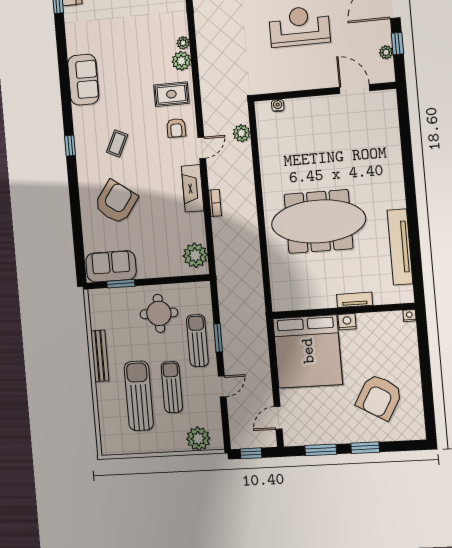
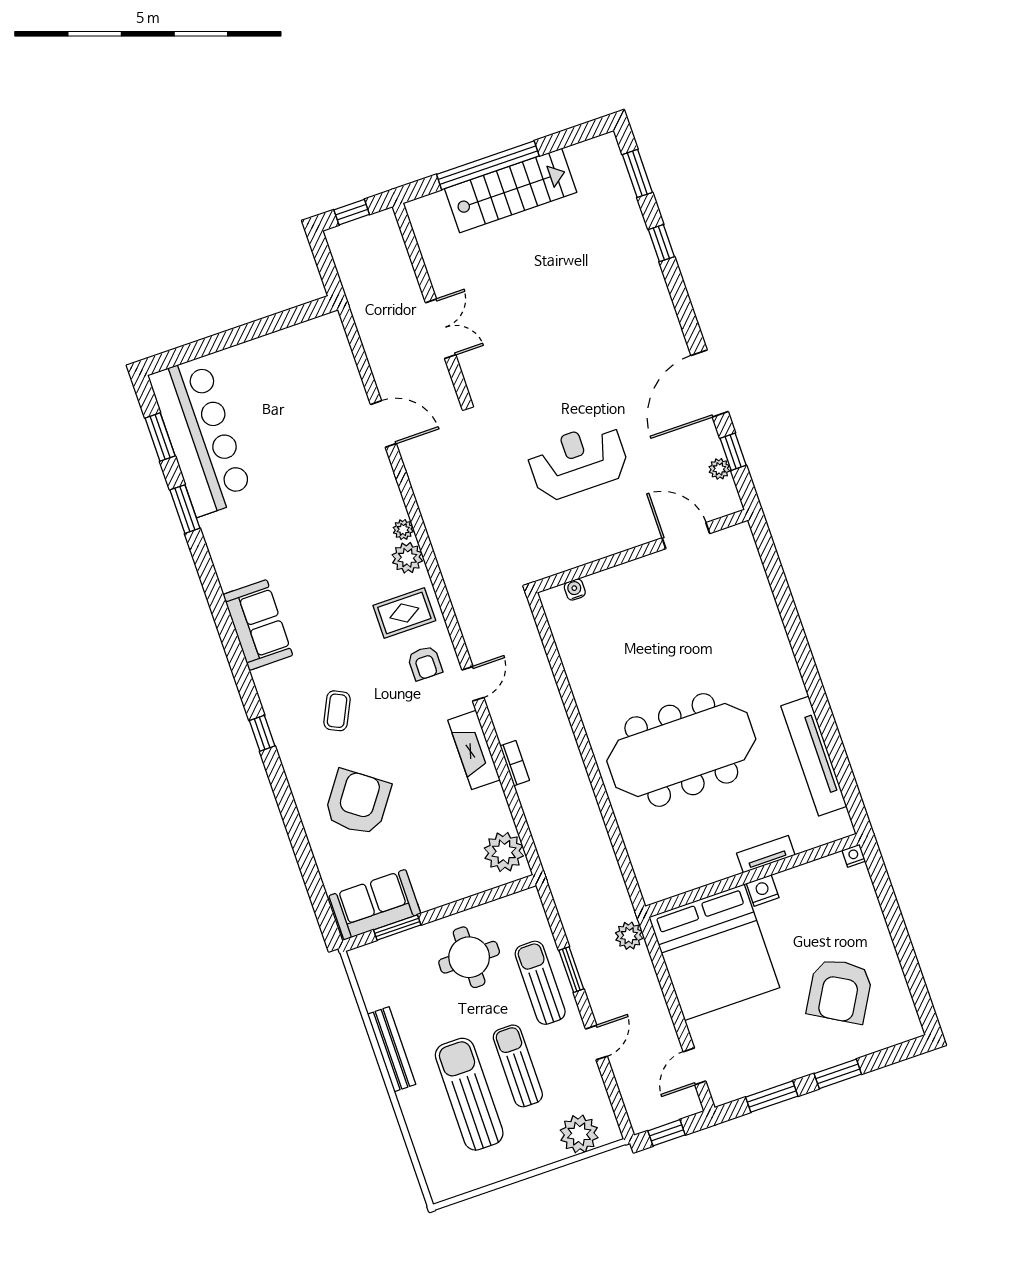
plant: (242, 133) -> (629, 936), moved

